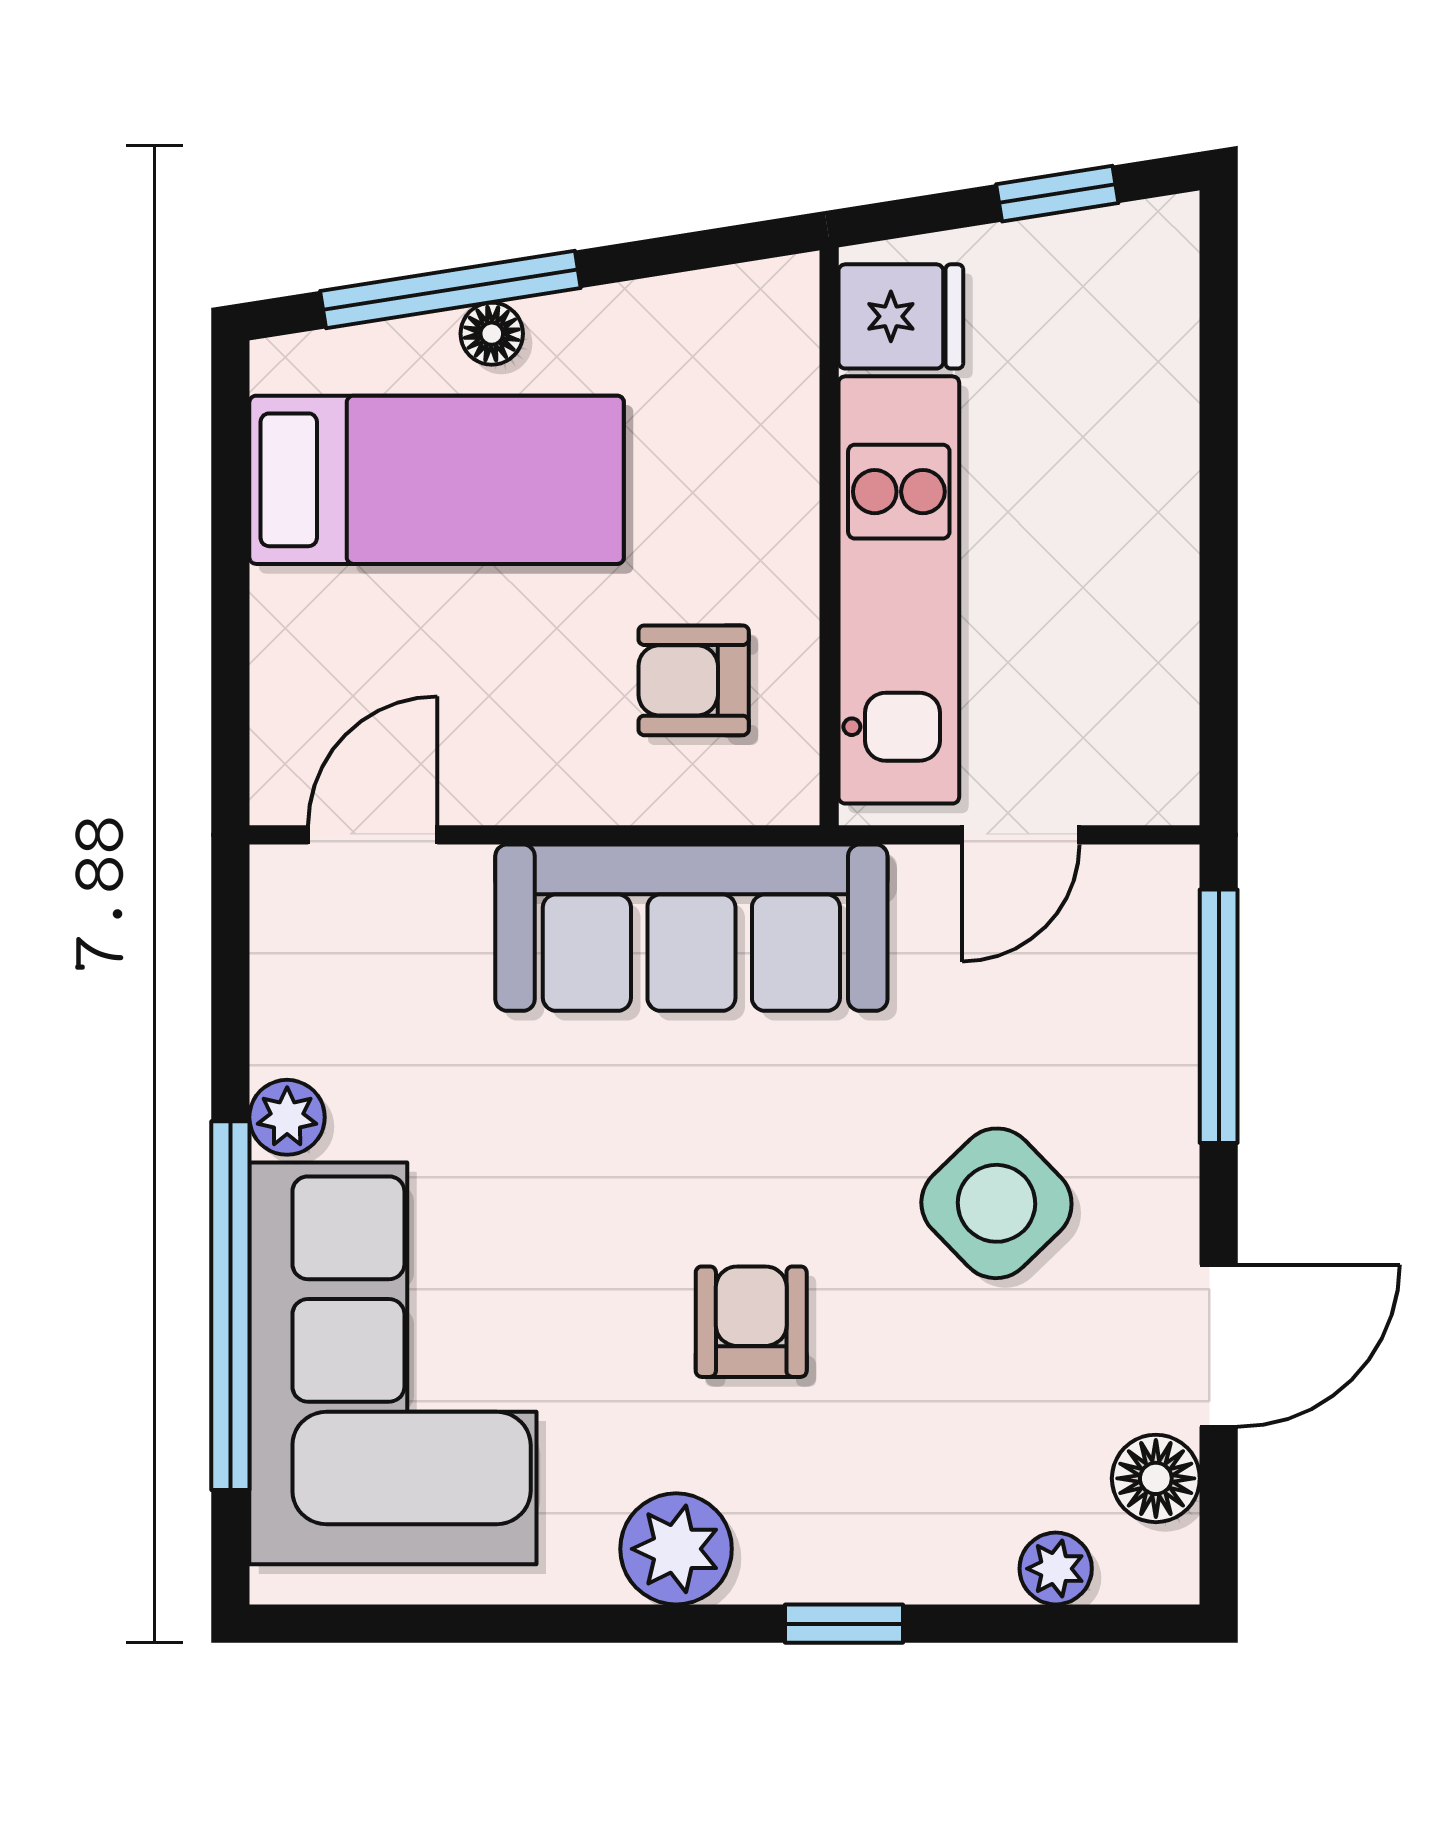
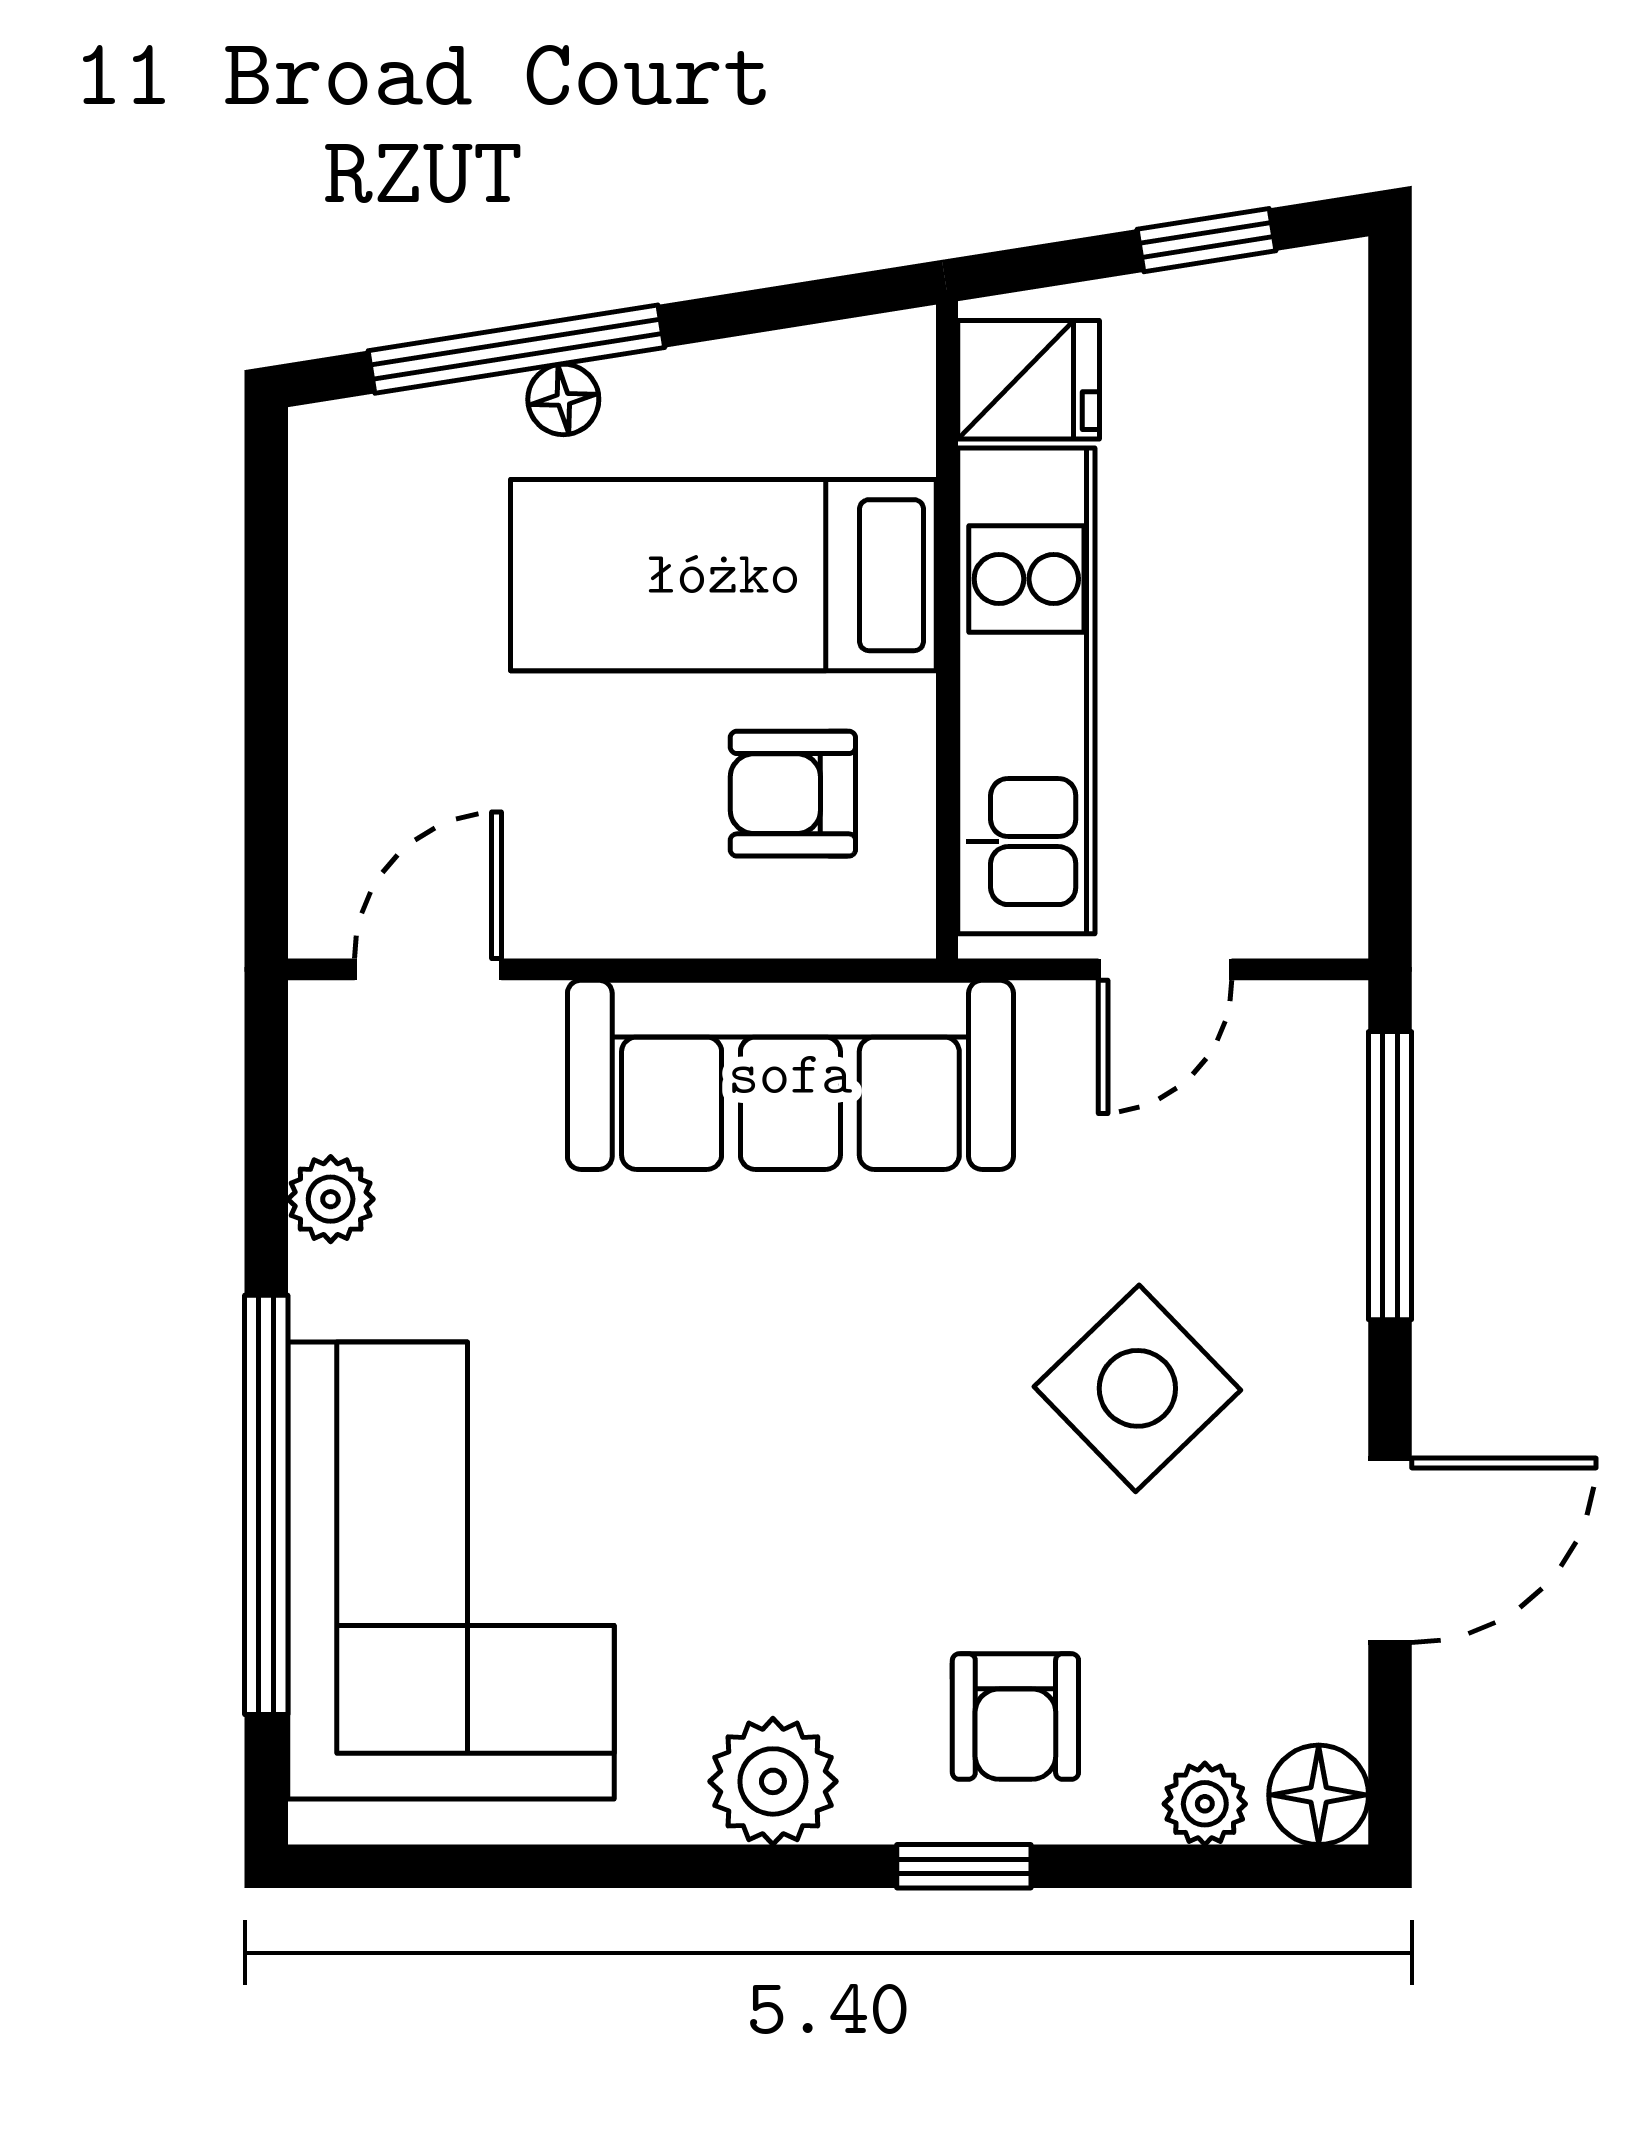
bed: (437, 480) -> (723, 575), moved, turned 180
plant: (287, 1117) -> (331, 1199), moved
armchair: (751, 1322) -> (1015, 1716), moved, turned 180
floor lamp: (1156, 1478) -> (1319, 1795), moved

